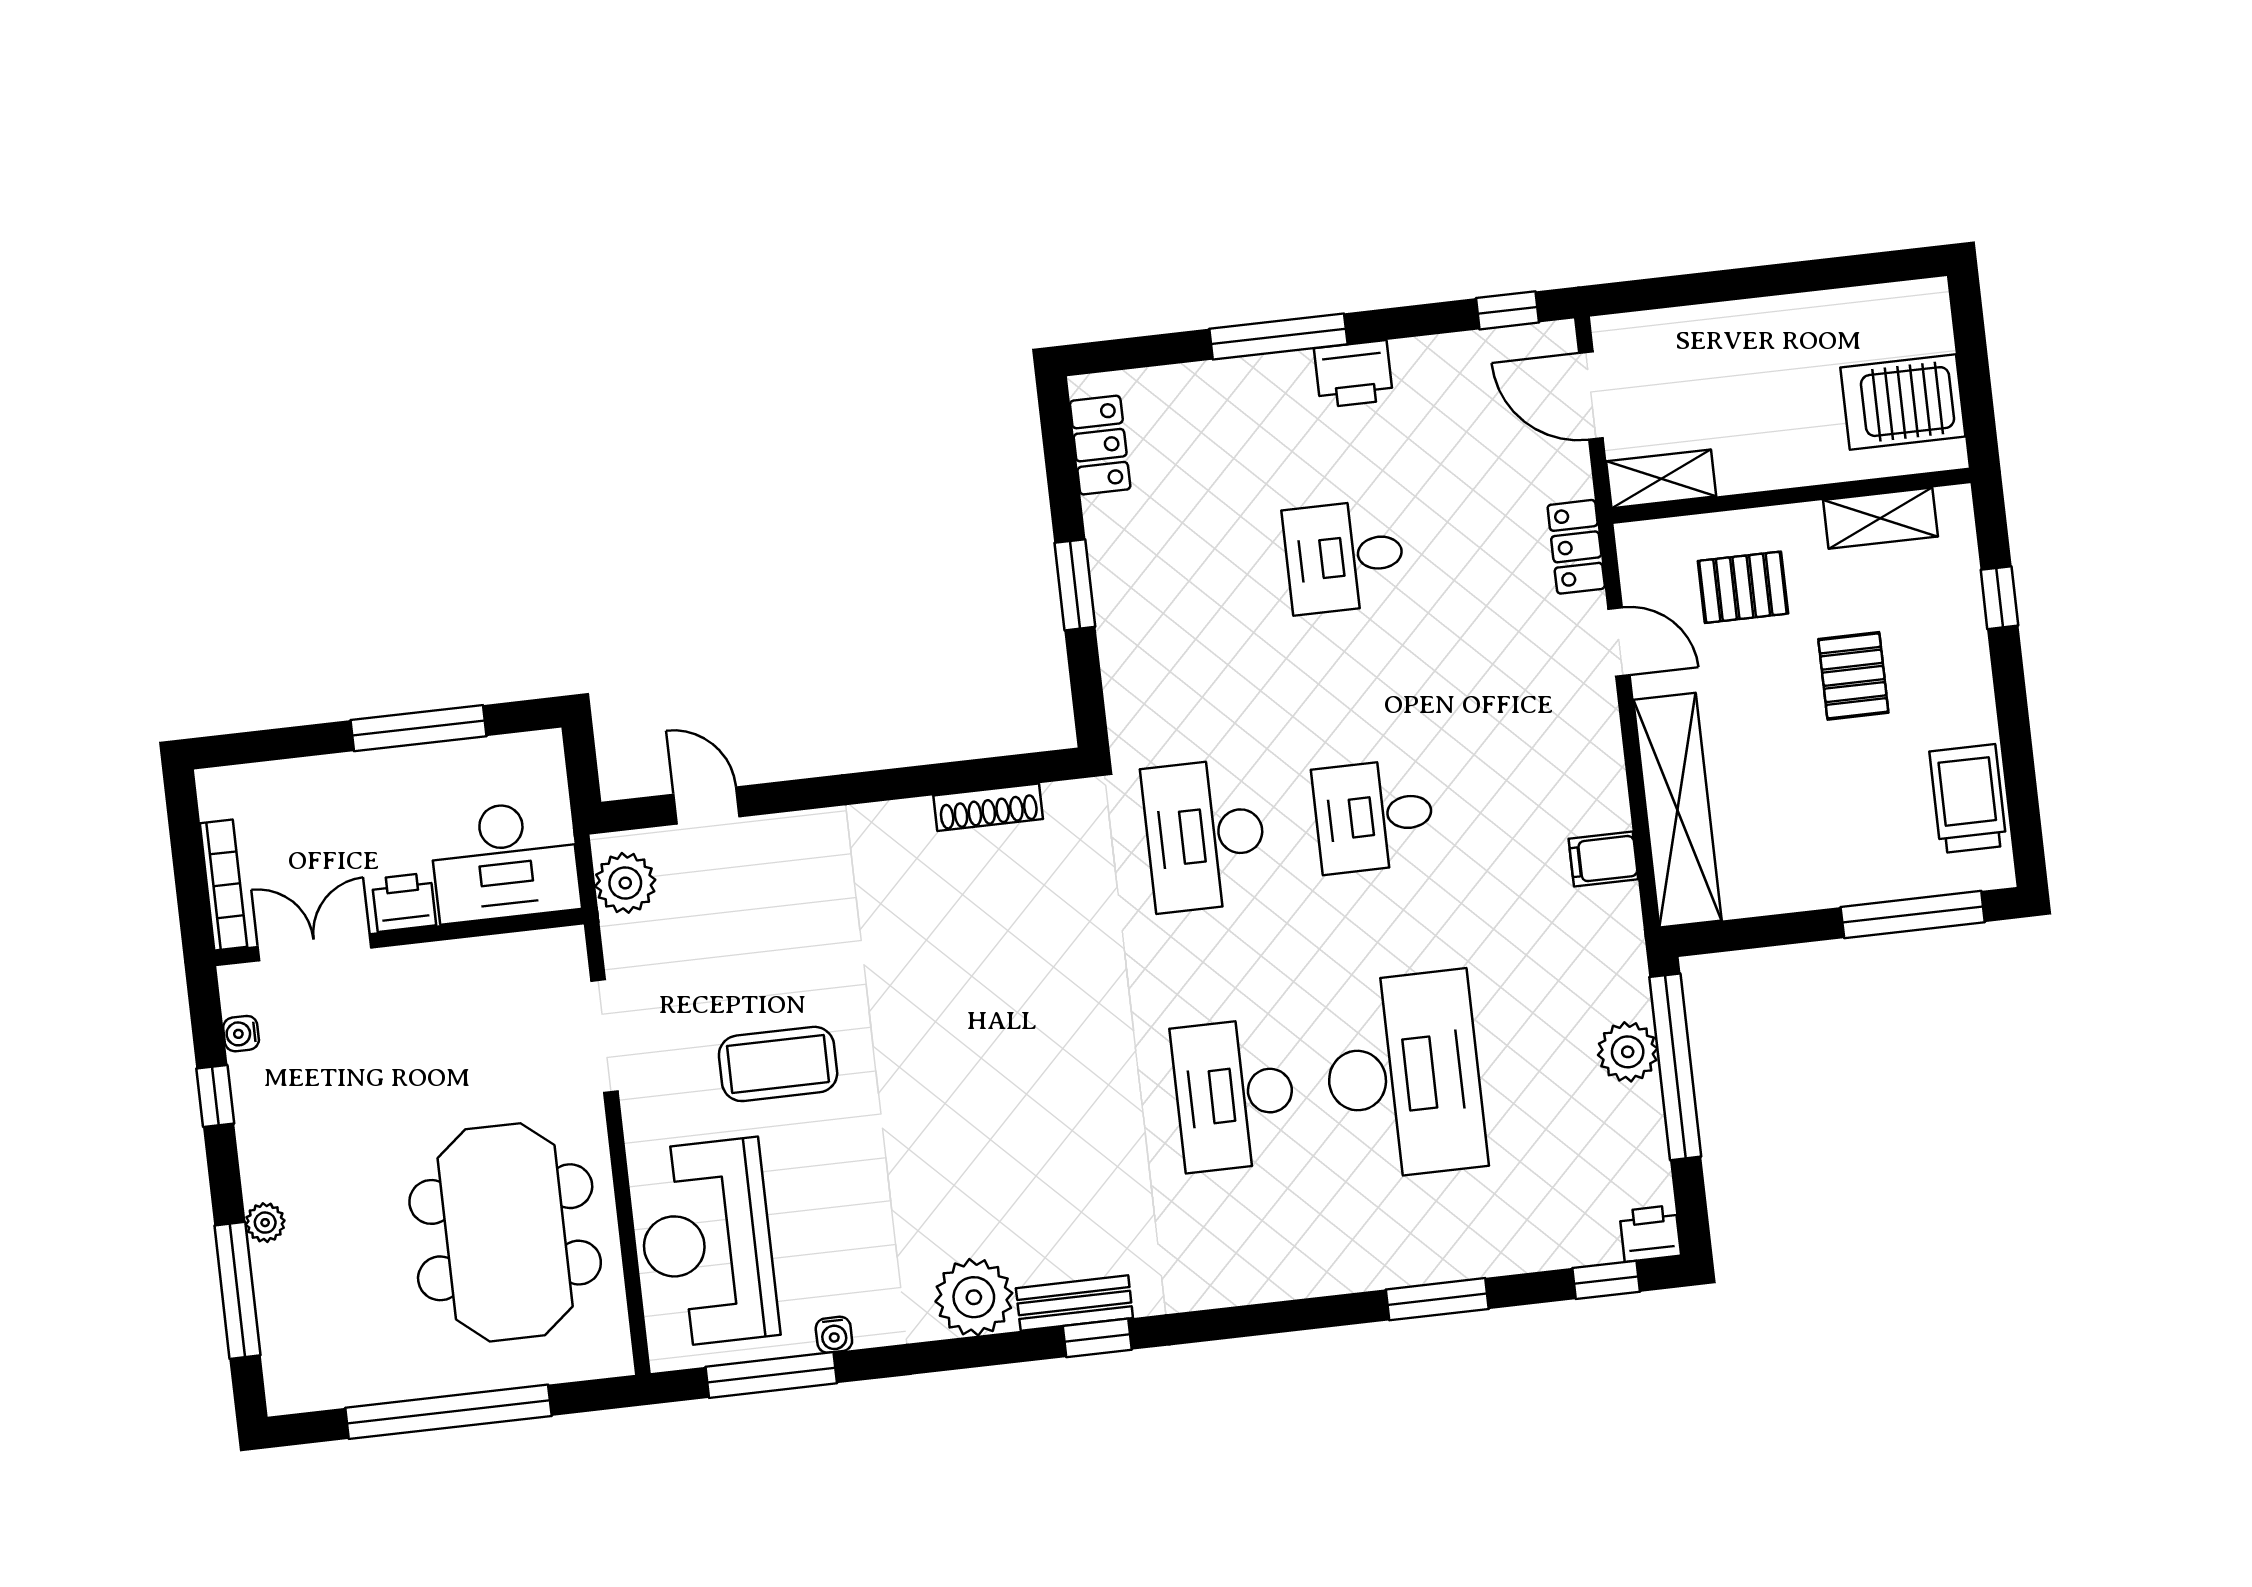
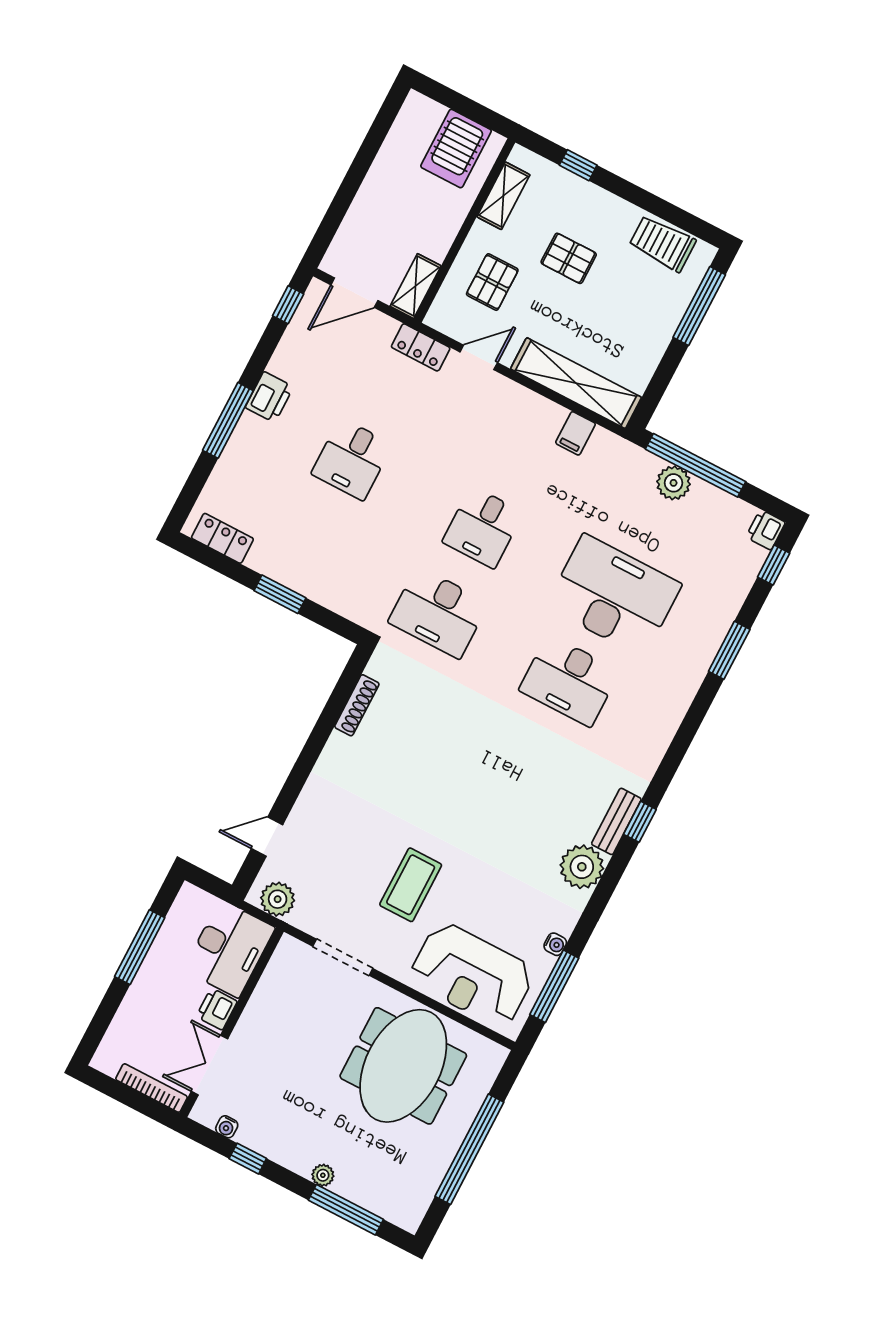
meeting table: (505, 1232) -> (403, 1066), turned 90

